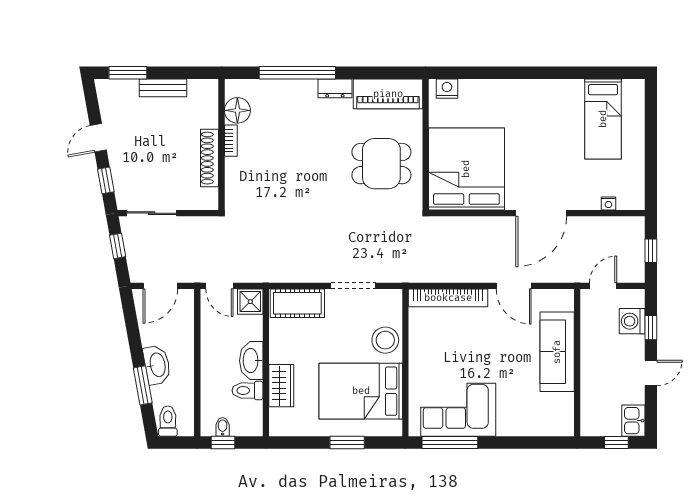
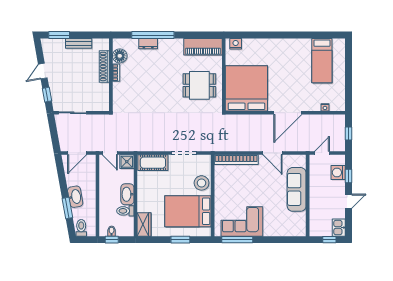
dresser: (335, 88) -> (148, 44), moved
shoe rack: (210, 158) -> (104, 66), moved
window: (118, 246) -> (53, 131), removed
wardrobe: (281, 386) -> (144, 224), moved

